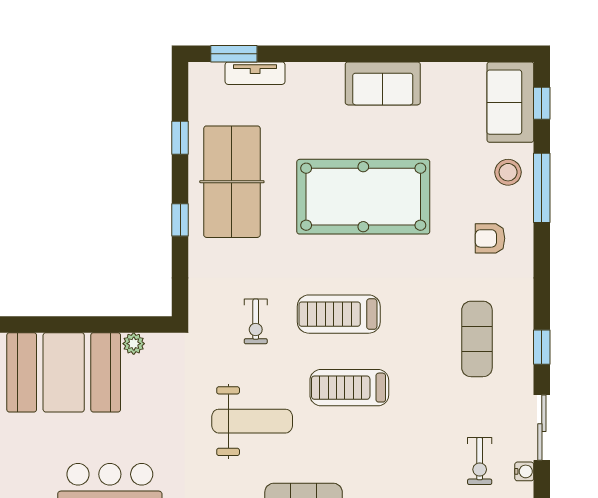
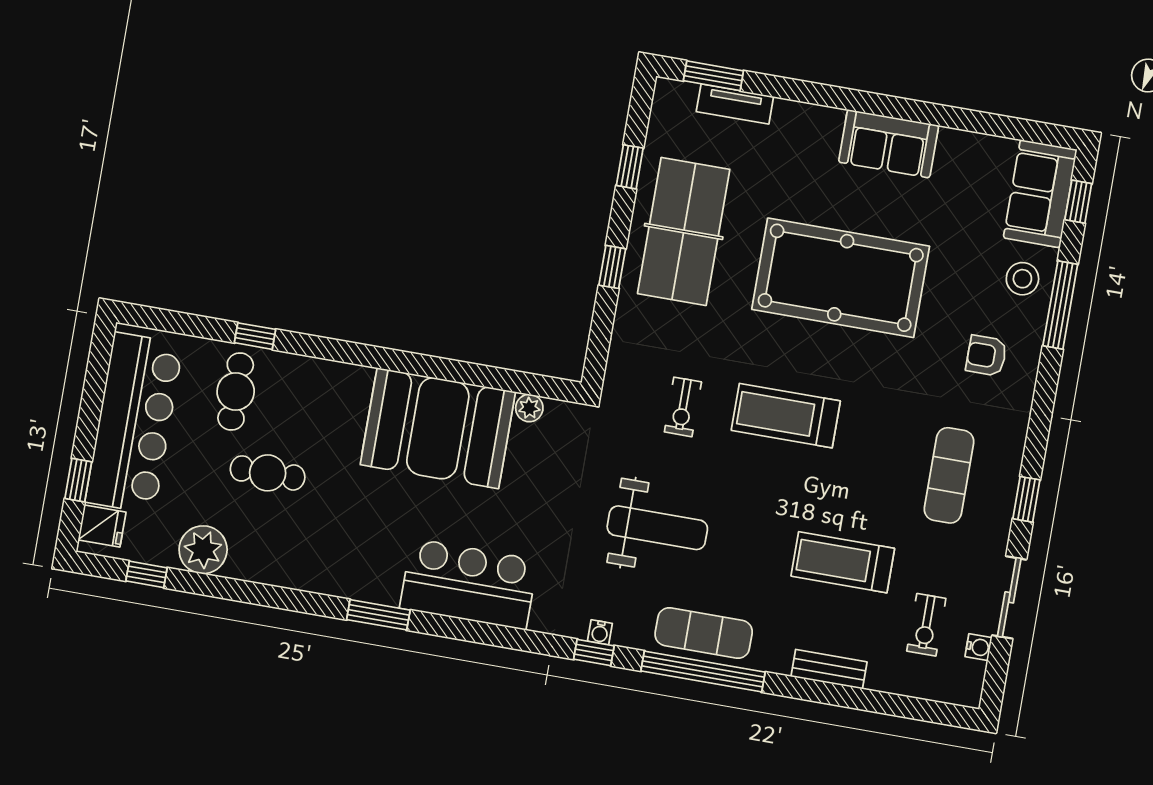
treadmill: (349, 388) -> (843, 562), moved

